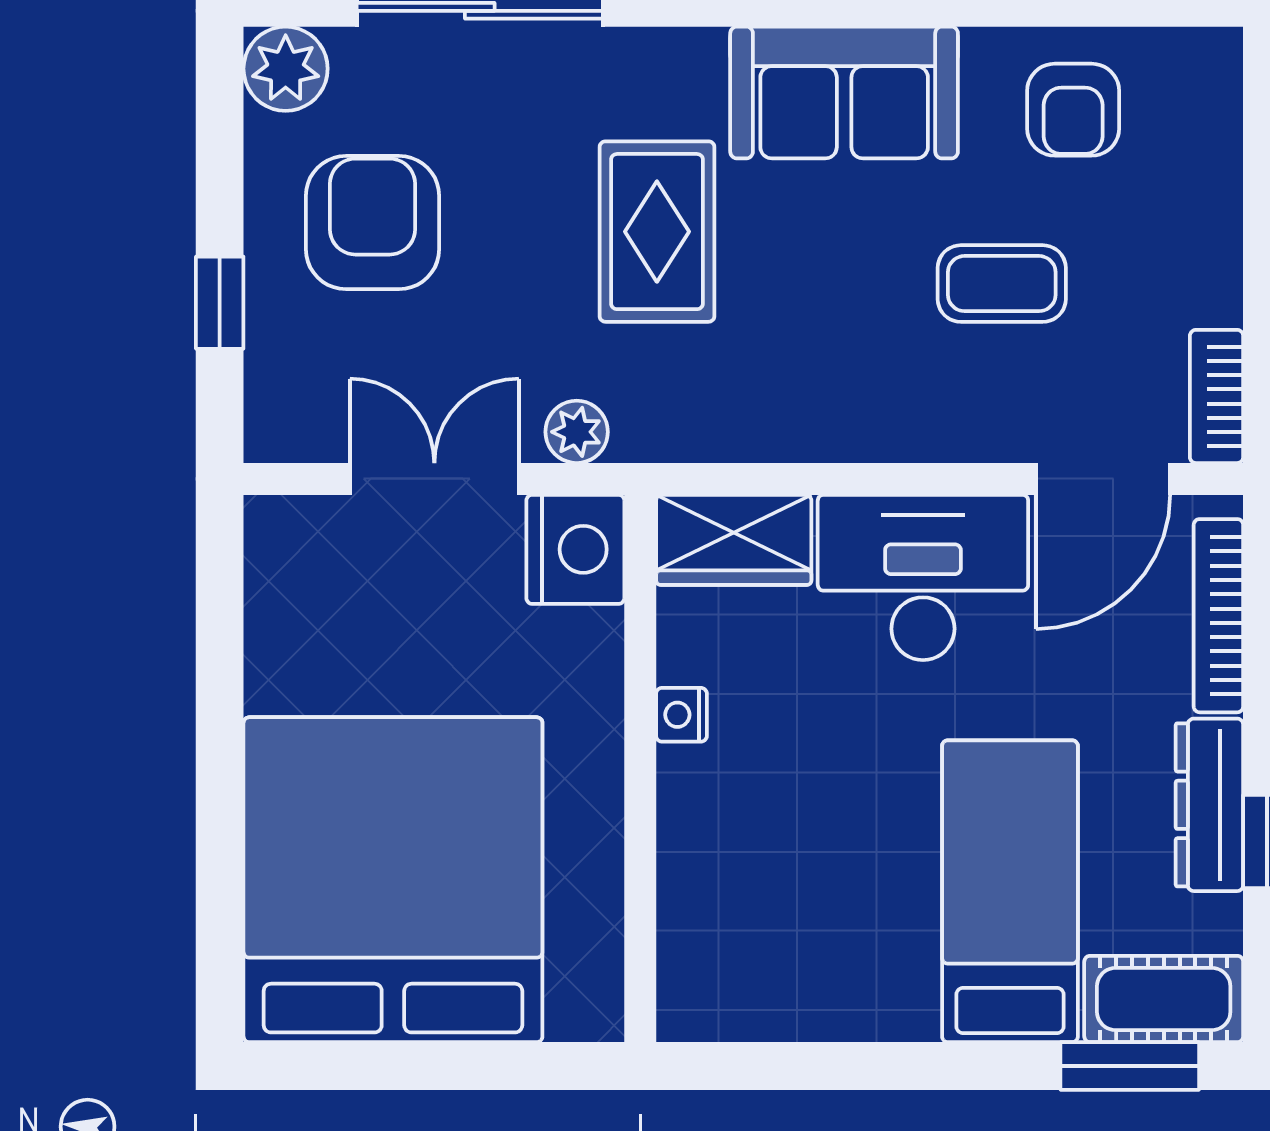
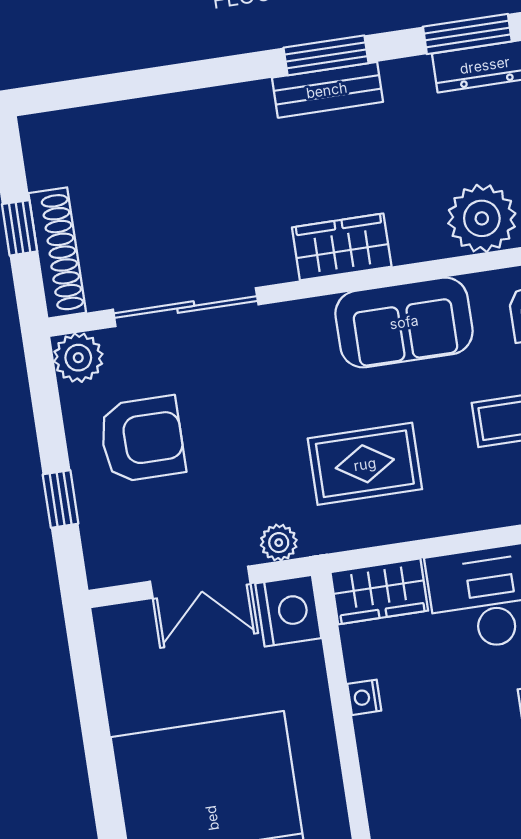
armchair: (372, 223) -> (142, 439), turned 90
rug: (657, 232) -> (365, 464), moved, turned 90
double door: (434, 479) -> (200, 582), swing flipped

